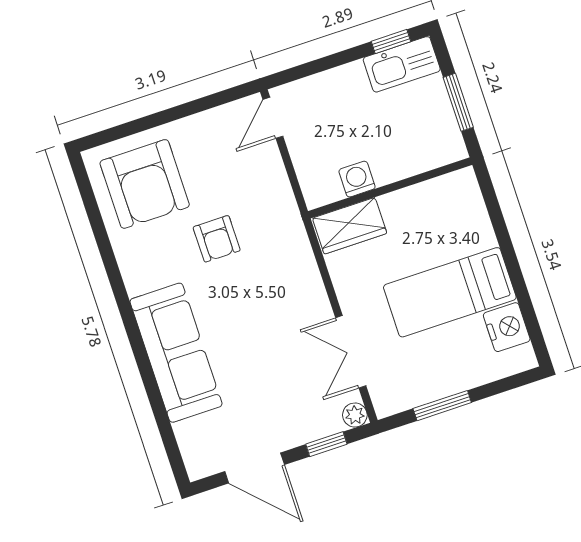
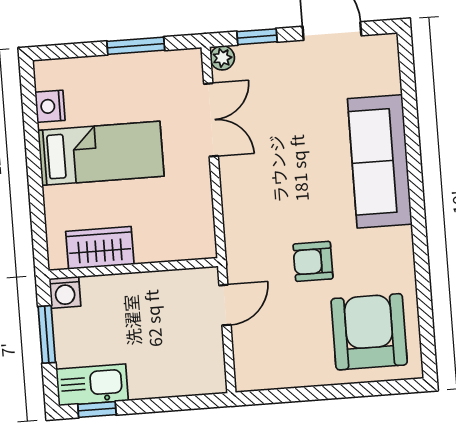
door: (273, 118) -> (225, 305), moved
washing machine: (357, 179) -> (65, 292), moved
wardrobe: (350, 226) -> (100, 248), moved
armchair: (217, 239) -> (313, 261), turned -90
nightstand: (507, 327) -> (50, 106), width x0.74, depth x0.75

